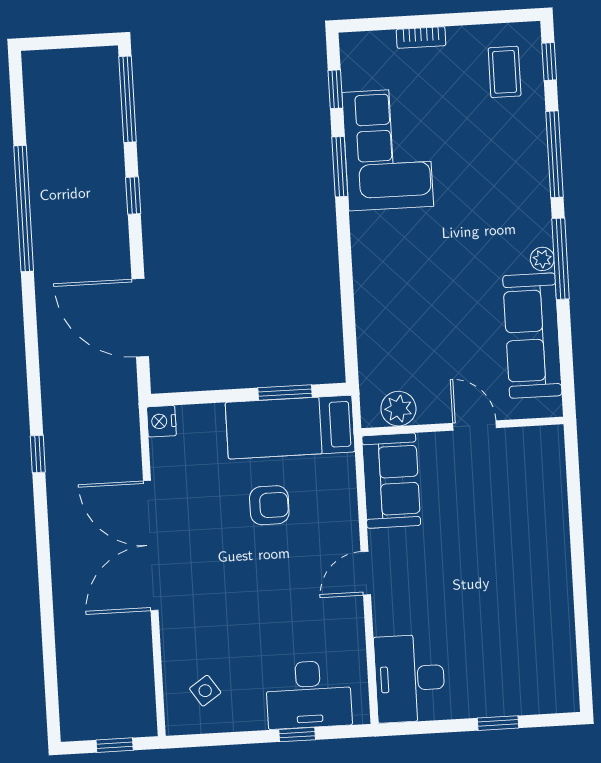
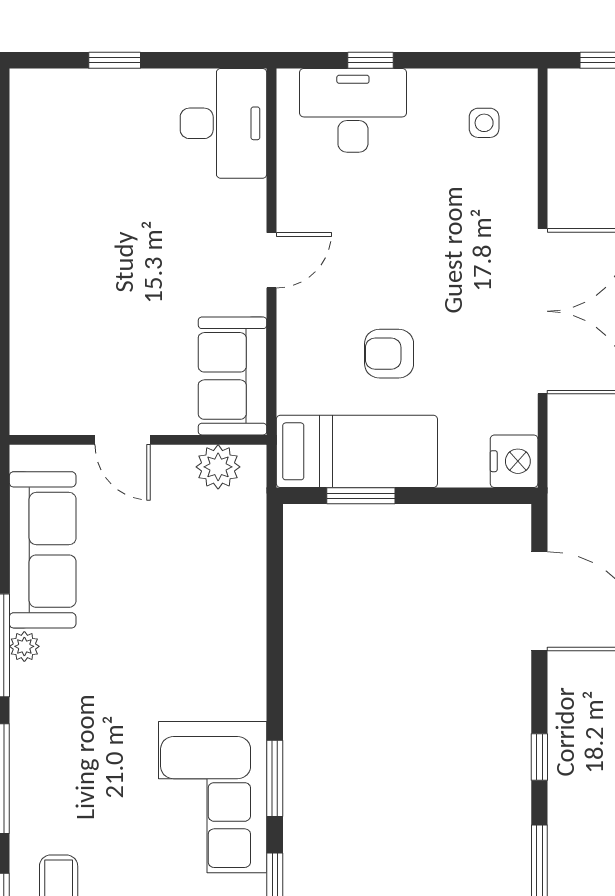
nightstand: (161, 421) -> (514, 461), width x1.36, depth x1.33
side table: (205, 691) -> (484, 123), turned 34

